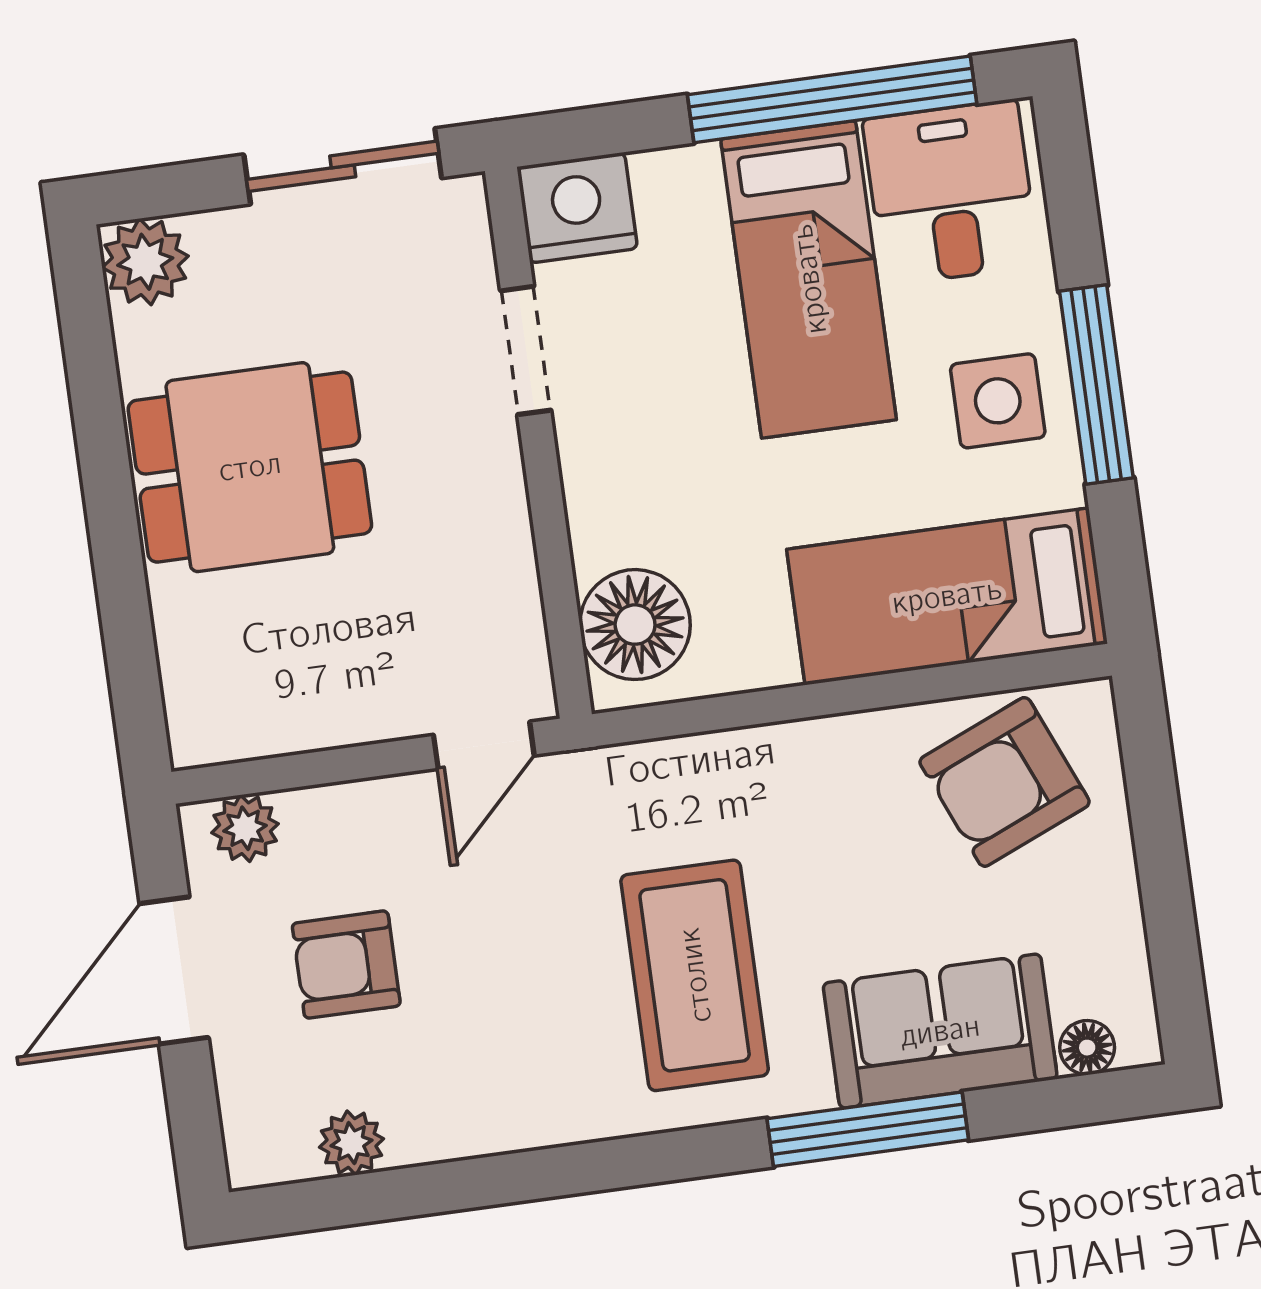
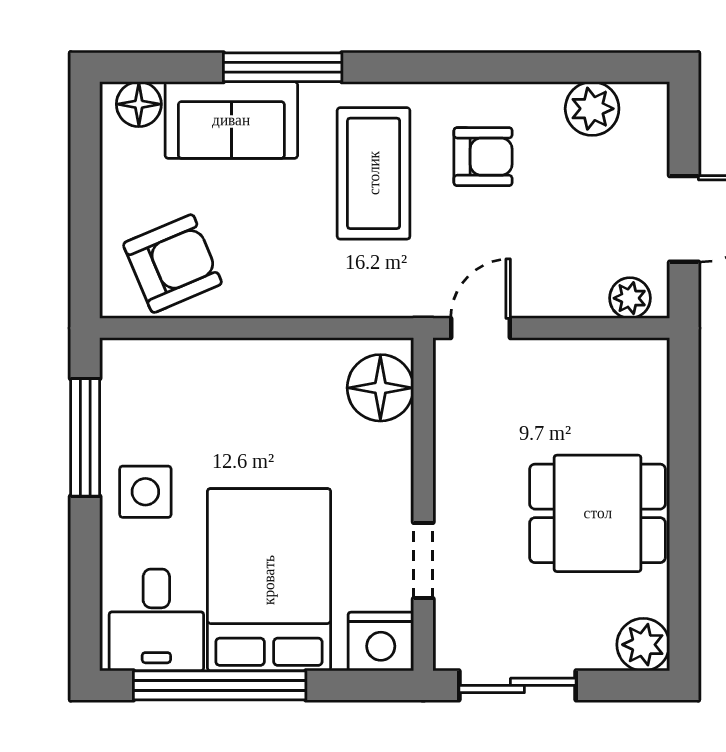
bed: (809, 279) -> (269, 580), width x1.50
window: (1096, 385) -> (85, 437), moved
bed: (947, 596) -> (192, 379), removed
armchair: (346, 965) -> (483, 157), moved
floor lamp: (1087, 1048) -> (139, 104), width x1.37, depth x1.37
plant: (352, 1143) -> (592, 109), width x1.38, depth x1.38

